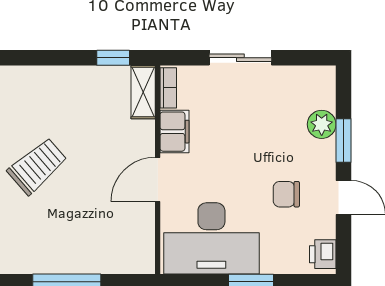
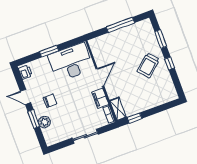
chair: (286, 194) -> (50, 101), moved

